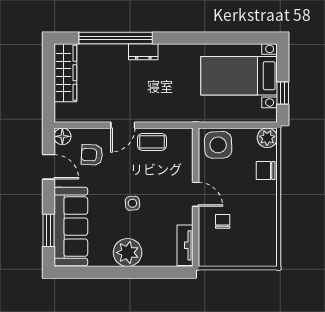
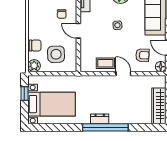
window: (116, 38) -> (105, 127), moved
dresser: (143, 52) -> (100, 119), moved
door: (123, 125) -> (123, 74), hinge flipped
side table: (218, 145) -> (56, 54), moved

